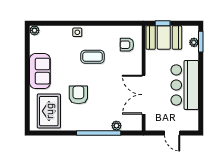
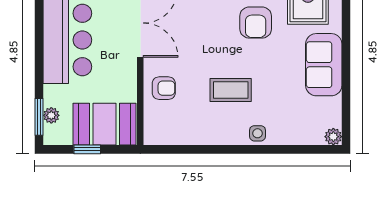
window: (163, 23) -> (87, 149), moved
armchair: (127, 45) -> (164, 88), moved

